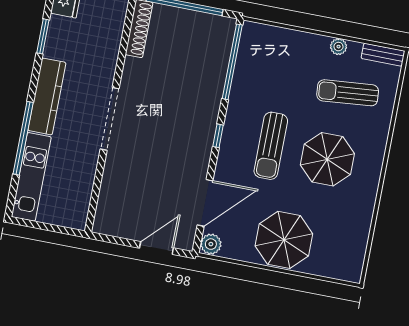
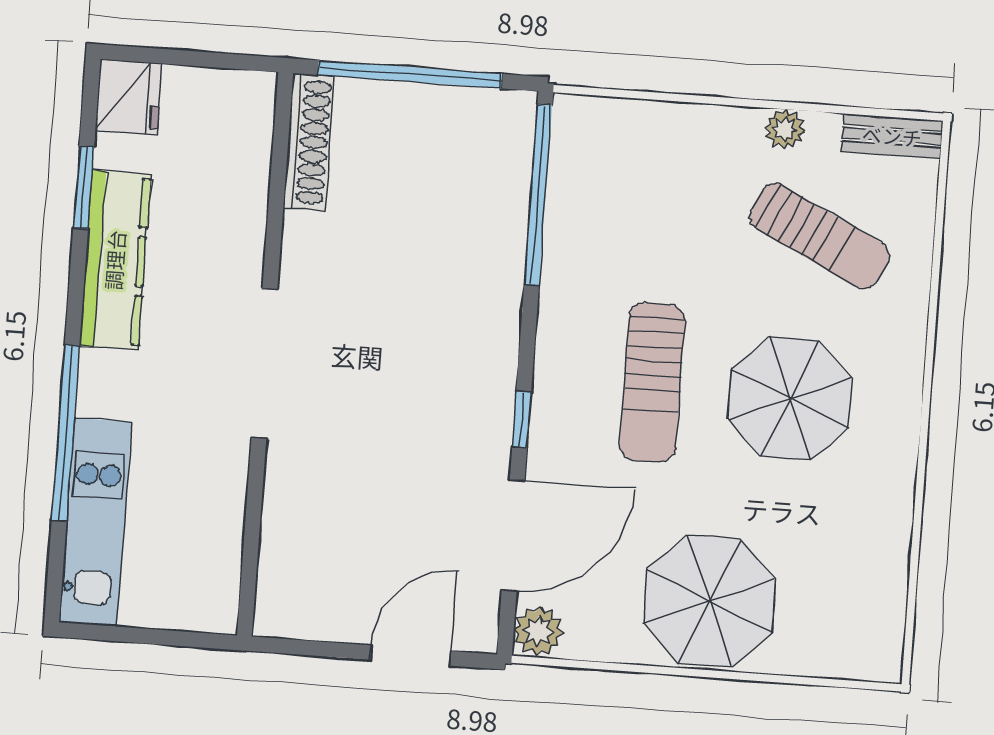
sun lounger: (348, 93) -> (819, 236), turned -149
kitchen counter: (47, 96) -> (115, 260), moved
window: (218, 136) -> (522, 419), moved

